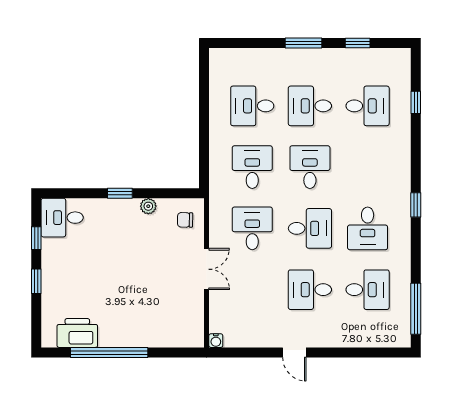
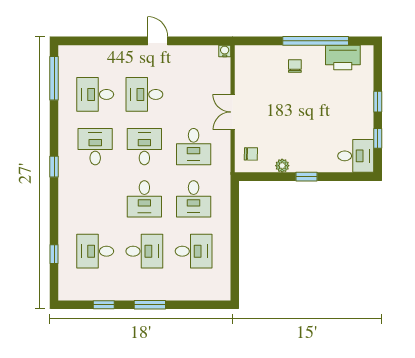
desk: (310, 228) -> (144, 147), turned 90
desk: (310, 290) -> (144, 94), turned 180
chair: (133, 323) -> (295, 66), added

